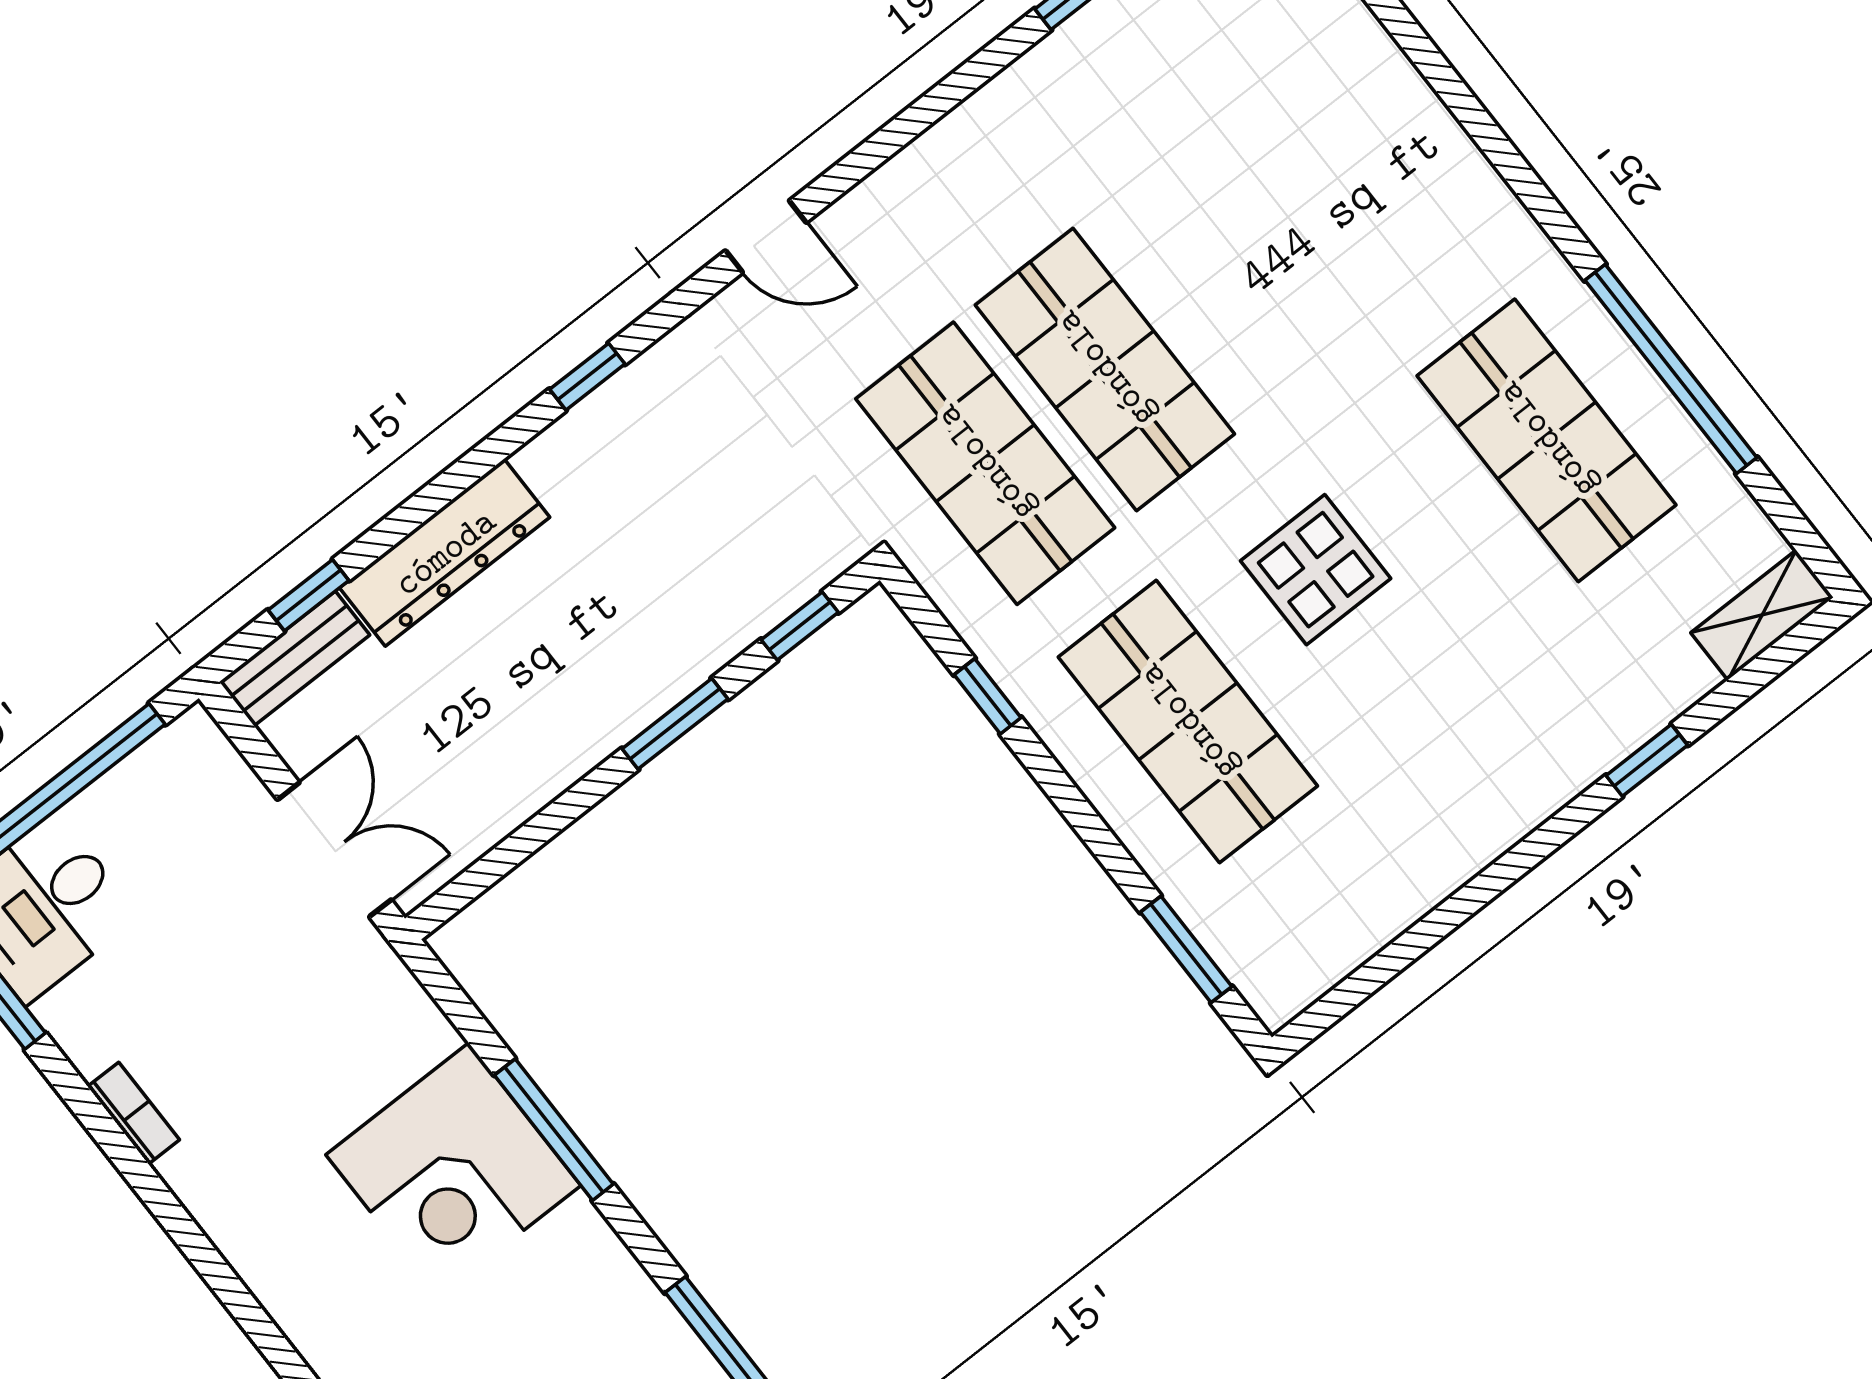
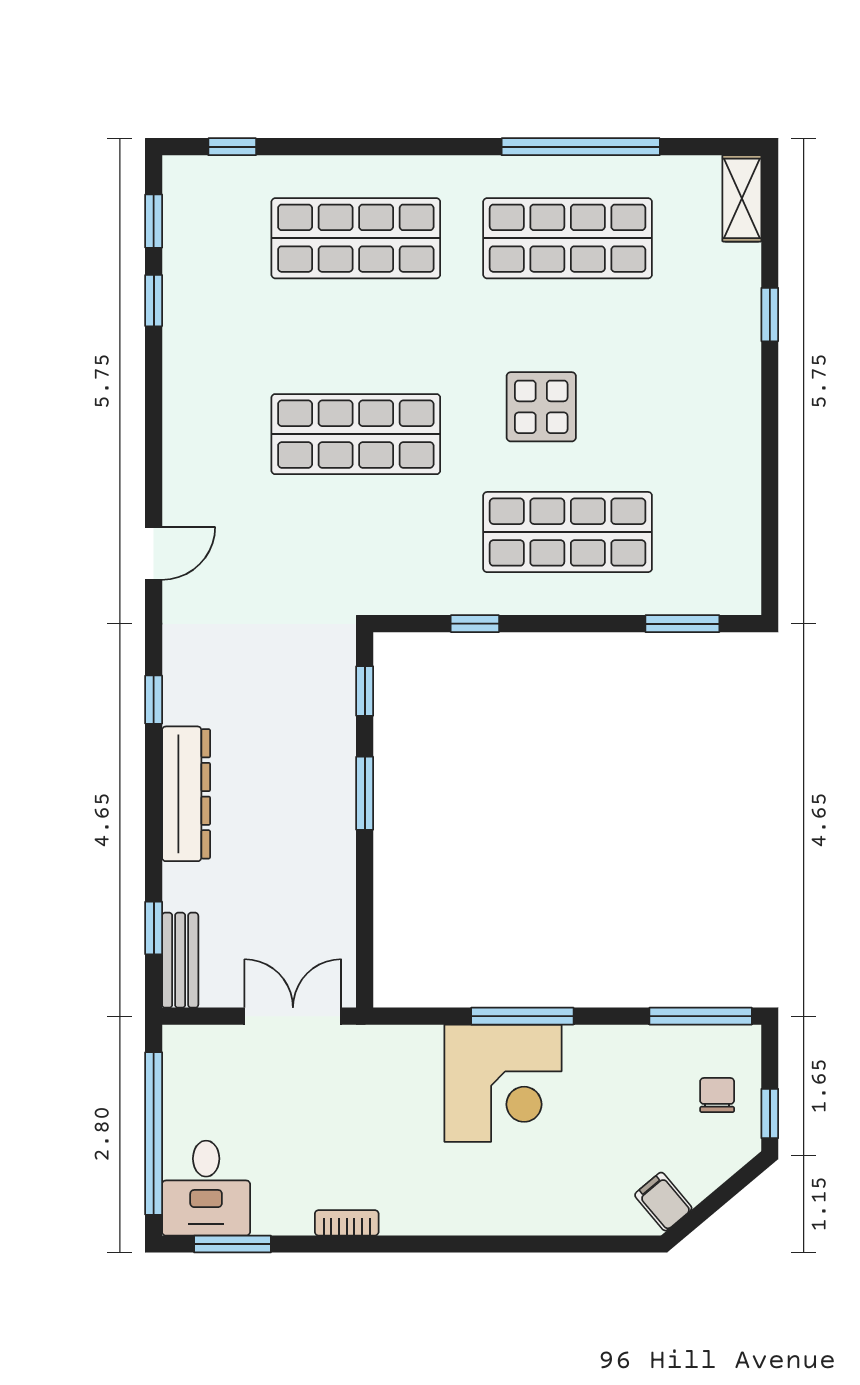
shop shelf: (985, 463) -> (356, 238), moved
dresser: (445, 553) -> (186, 794), moved

